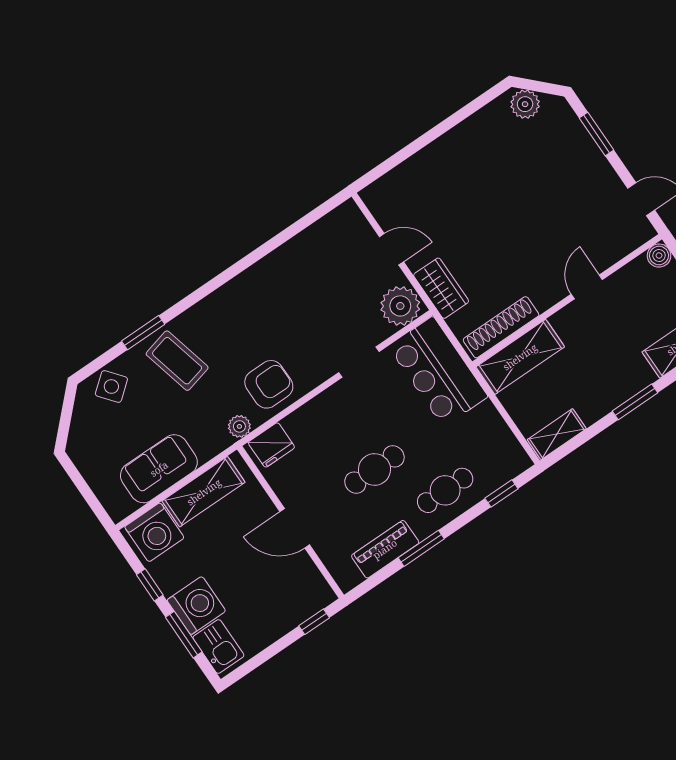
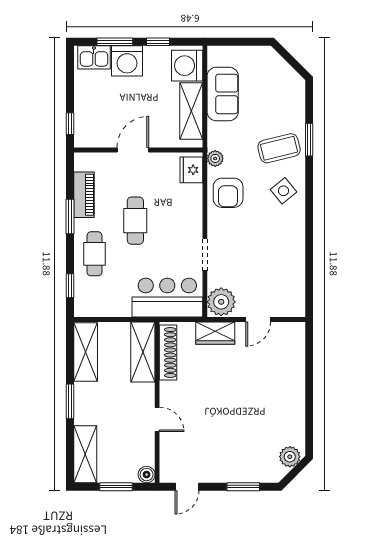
side table: (111, 387) -> (283, 191), moved
shelving: (557, 434) -> (86, 352), width x1.50, depth x1.33

